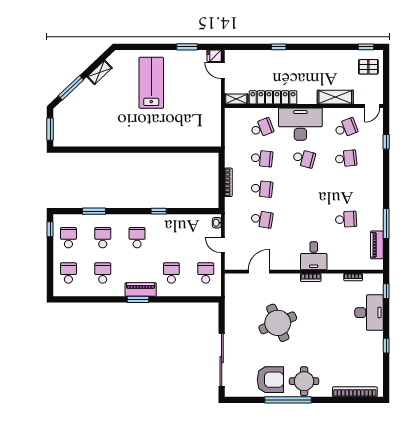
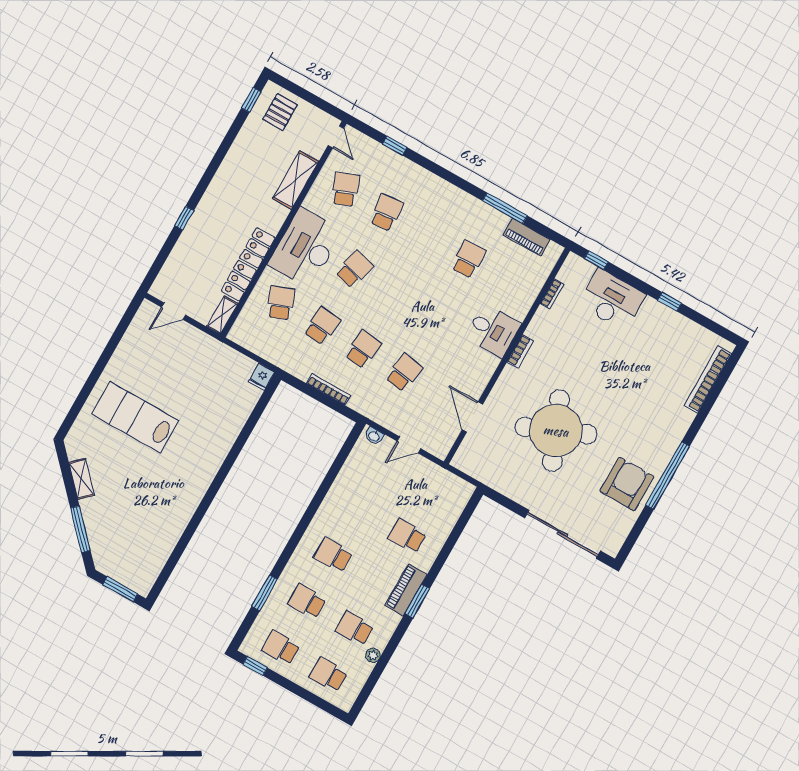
window: (187, 47) -> (114, 342), removed
fridge: (214, 56) -> (261, 377), moved
window: (159, 211) -> (314, 506), removed
school desk: (206, 273) -> (433, 489), removed
plant: (94, 292) -> (373, 655), added
round table: (278, 323) -> (556, 431), width x1.36, depth x1.36
round table: (304, 381) -> (655, 440), removed

